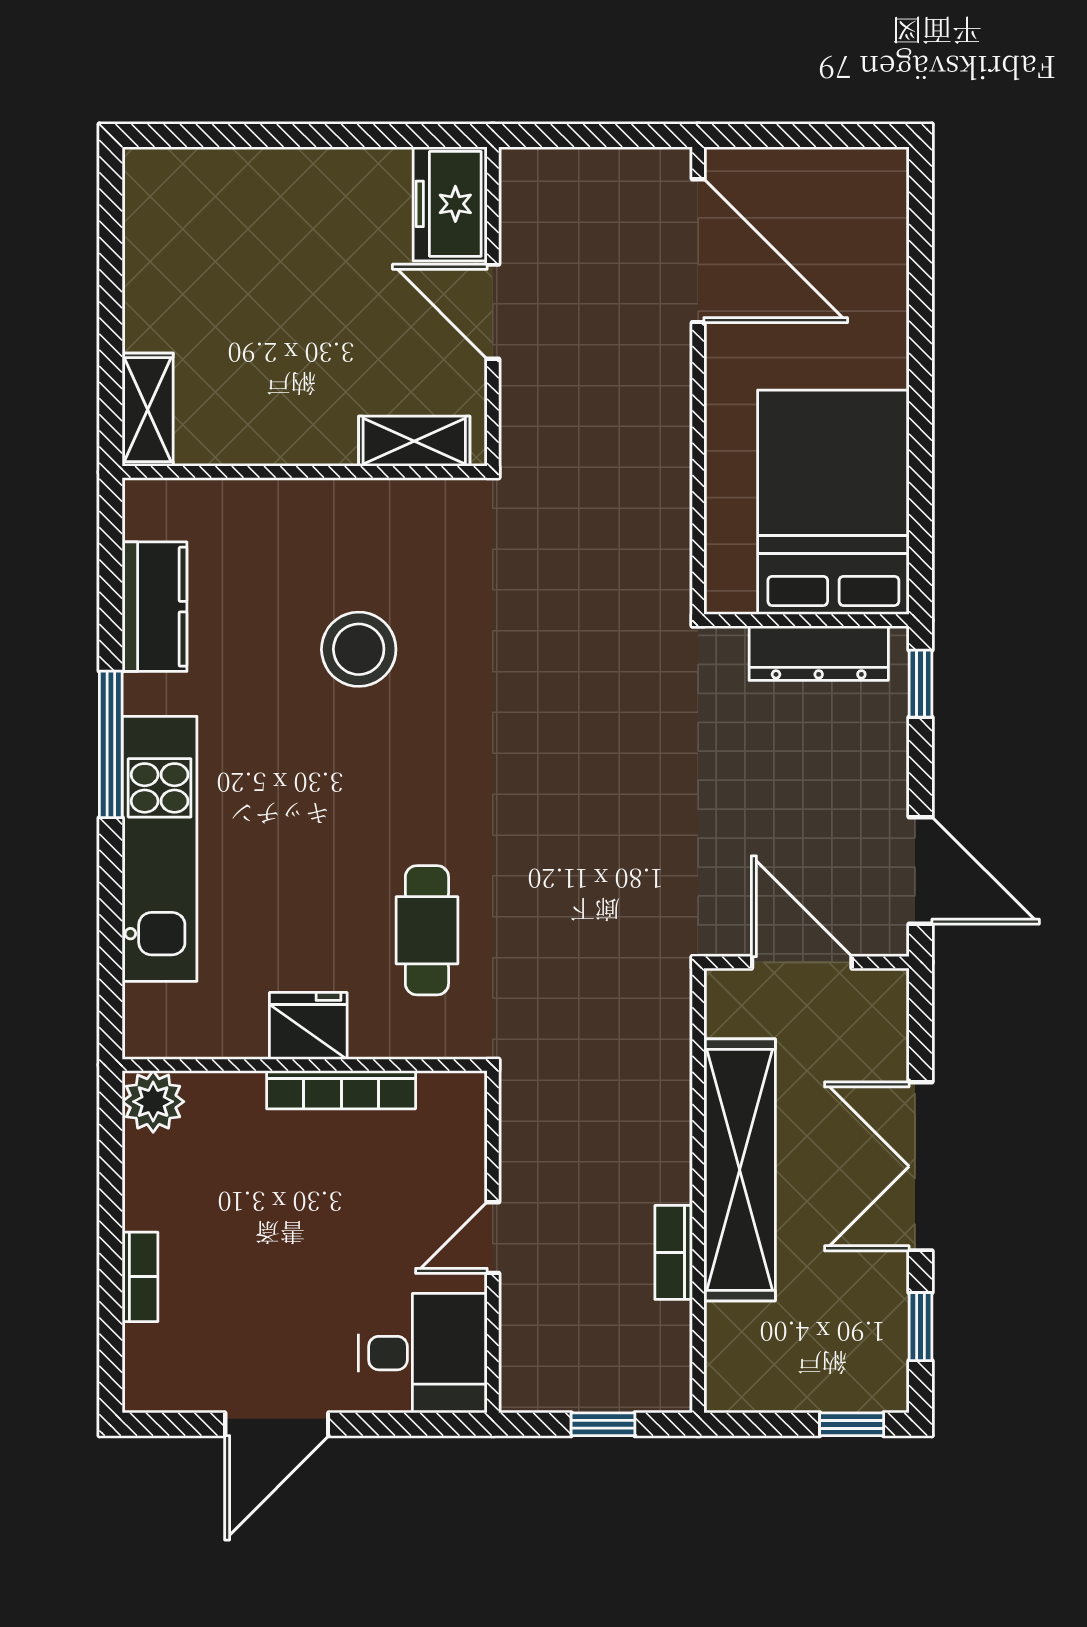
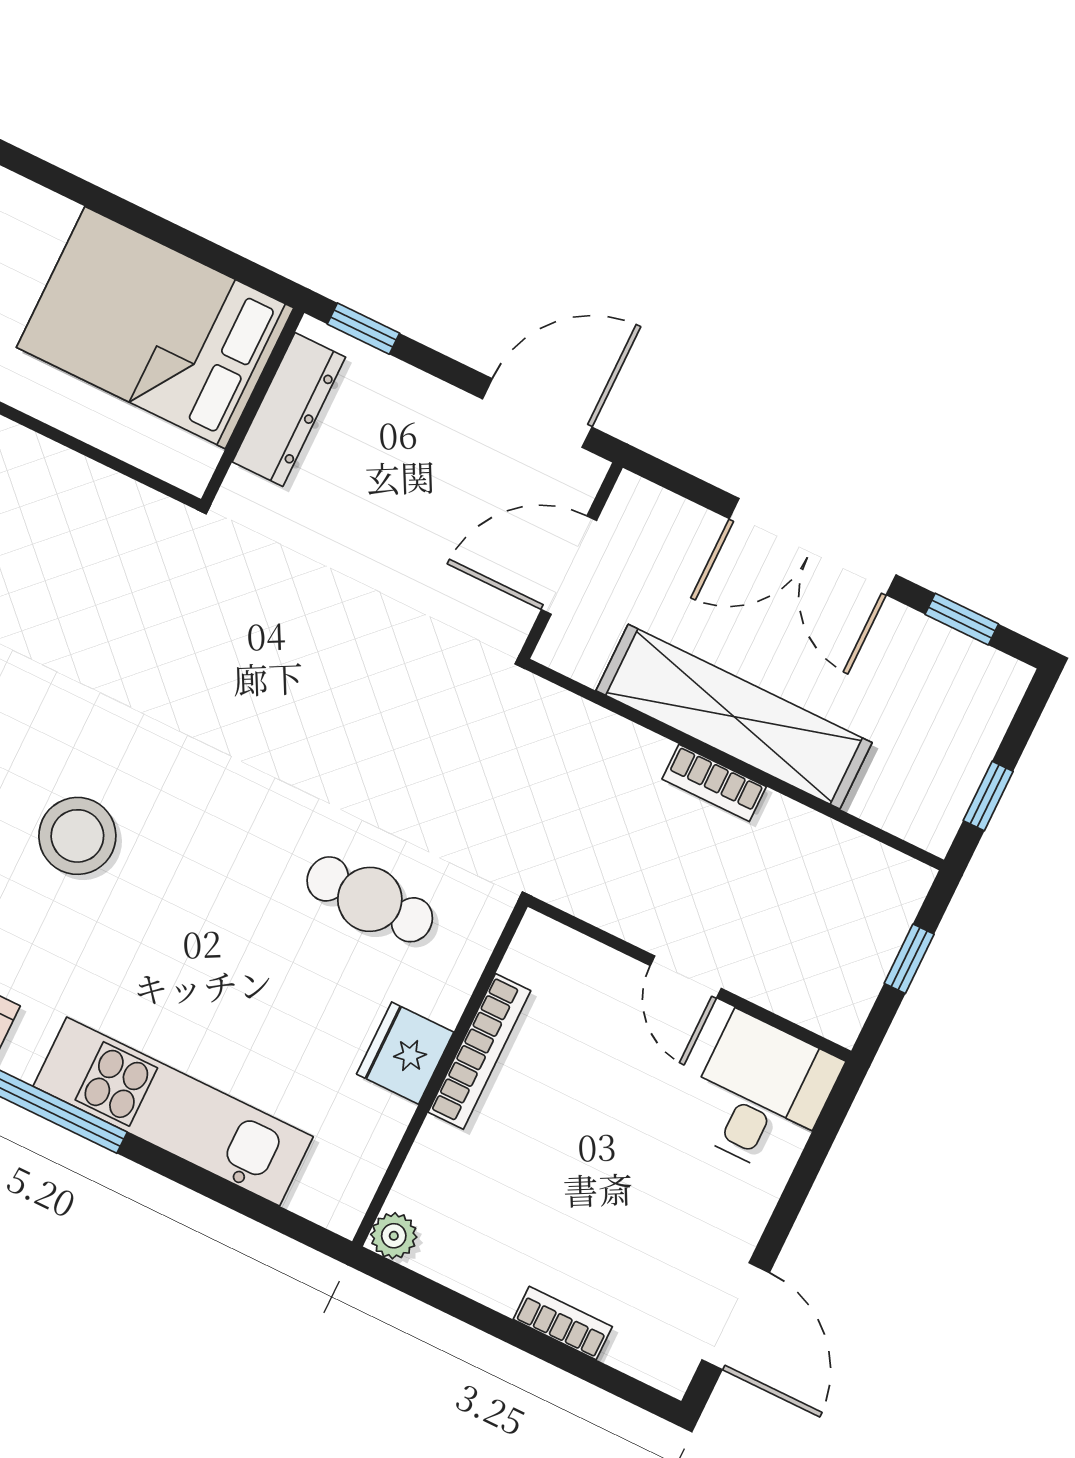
plant: (153, 1102) -> (394, 1236), width x0.73, depth x0.73
bookcase: (674, 1252) -> (714, 783), moved
door: (277, 1424) -> (736, 1316), moved
window: (852, 1424) -> (988, 796), moved

